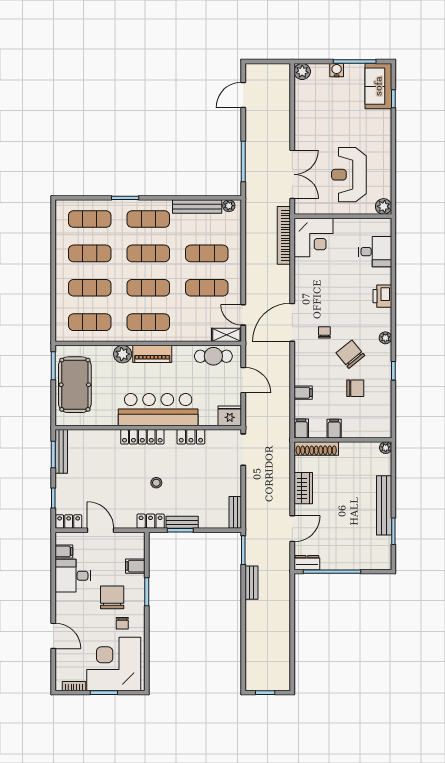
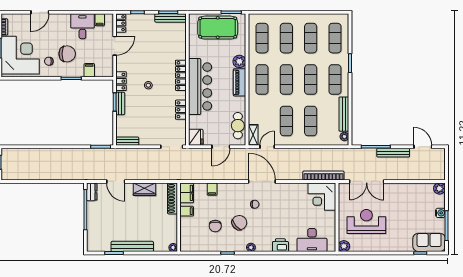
desk: (375, 252) -> (312, 240), width x1.37
filing cabinet: (301, 429) -> (187, 193), width x2.00
bench: (252, 583) -> (393, 153), moved, width x1.36

